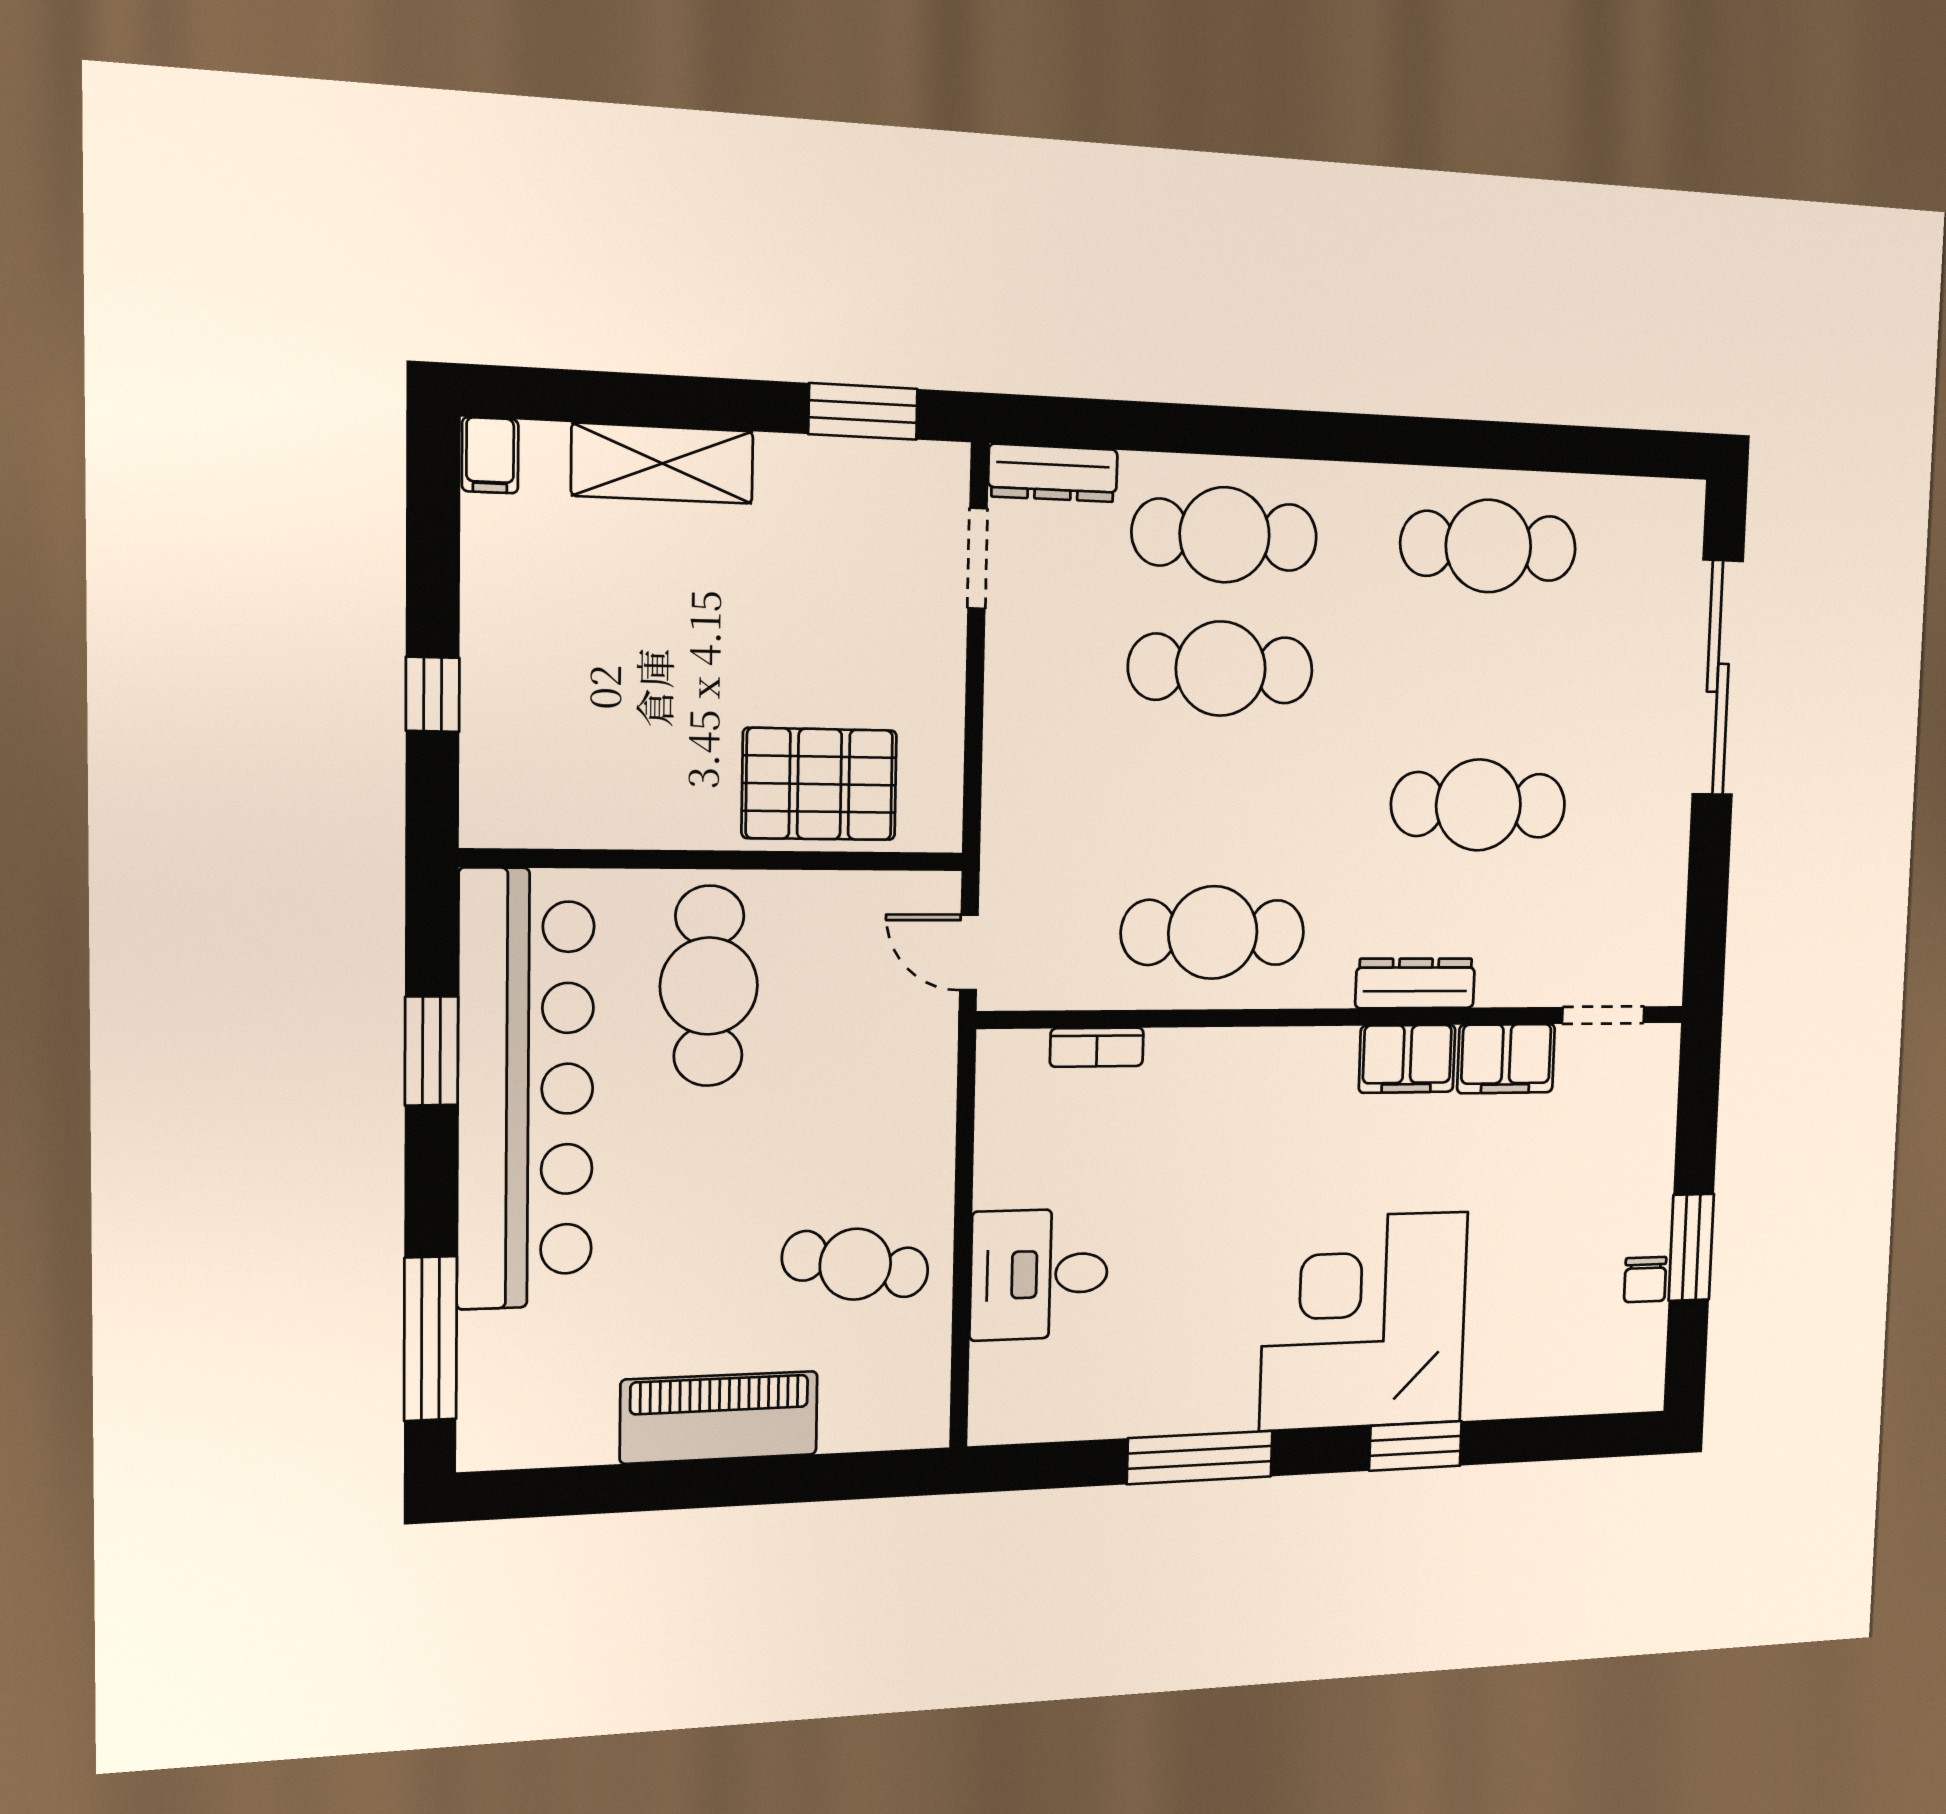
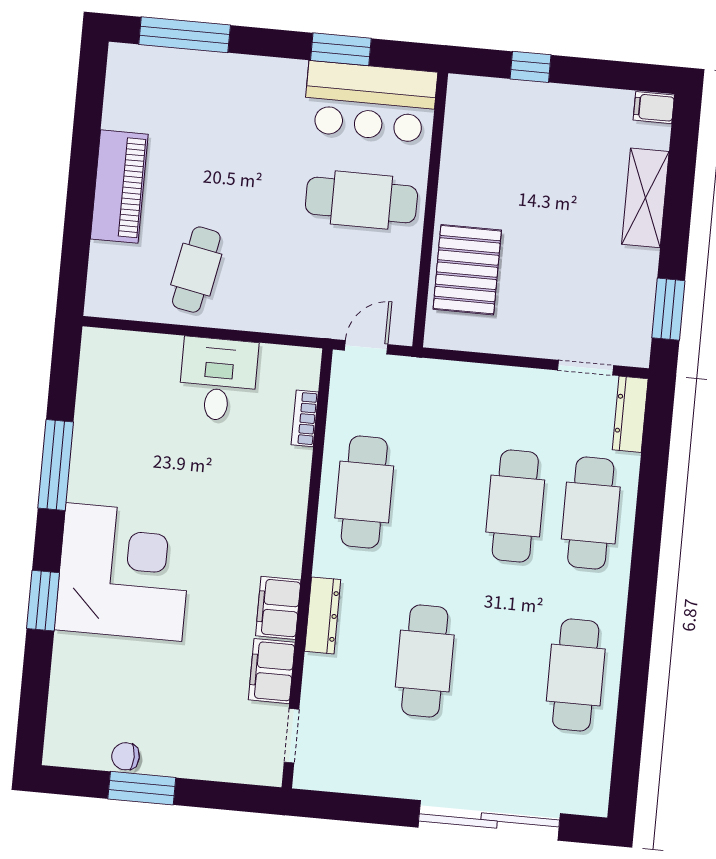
bar counter: (526, 1089) -> (370, 102), width x0.54
desk: (1039, 1274) -> (218, 379), moved

